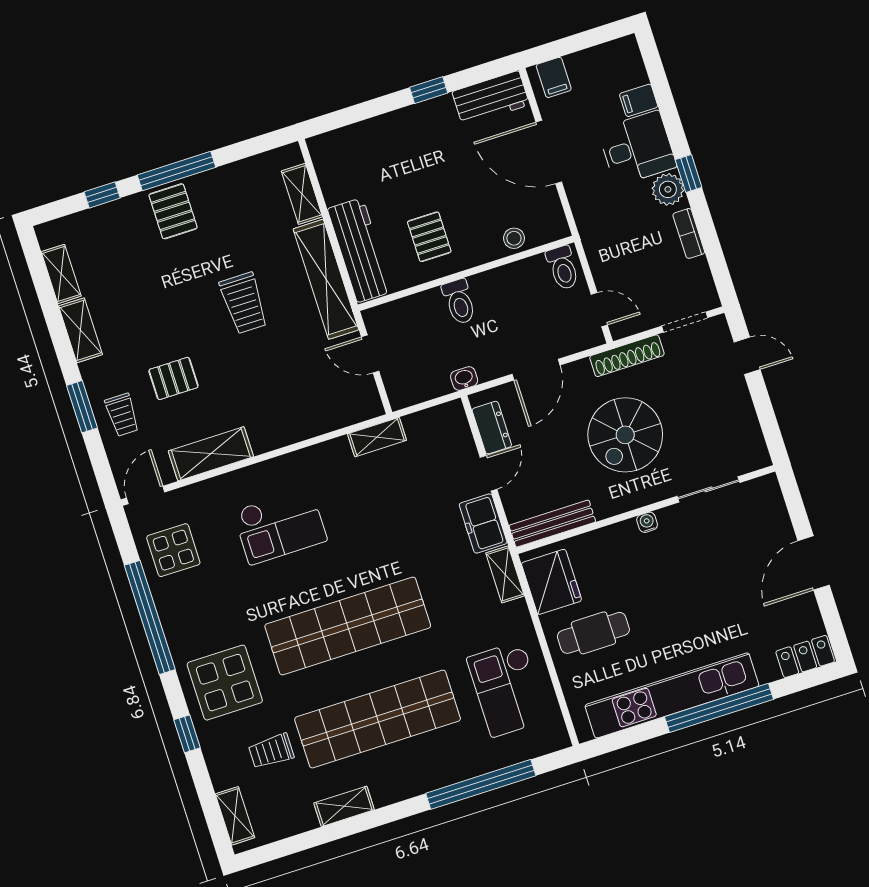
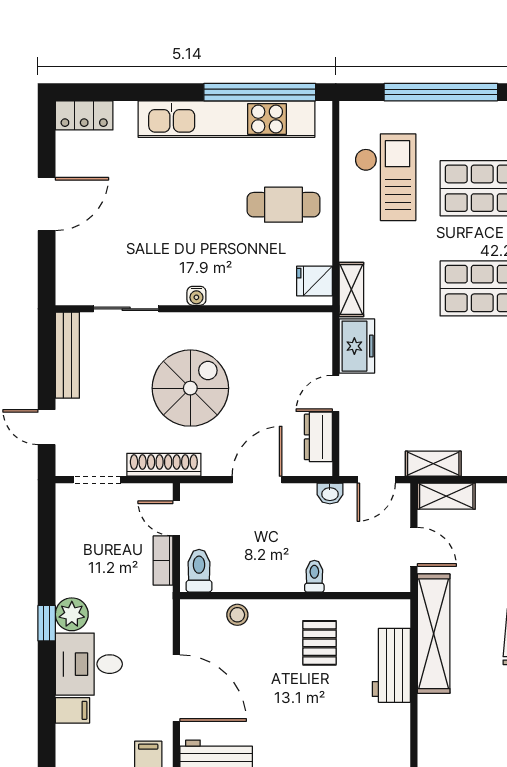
shelving: (302, 194) -> (446, 496), moved, turned 90
bookcase: (689, 233) -> (163, 561), moved, turned 180
workbench: (360, 250) -> (391, 665), width x0.73
toilet: (459, 302) -> (314, 576), width x0.73, depth x0.72
door: (425, 405) -> (376, 480), added
bench: (552, 524) -> (67, 355), moved, turned 90
fridge: (551, 582) -> (314, 281), width x0.53, depth x0.75
window: (719, 708) -> (260, 92), moved

